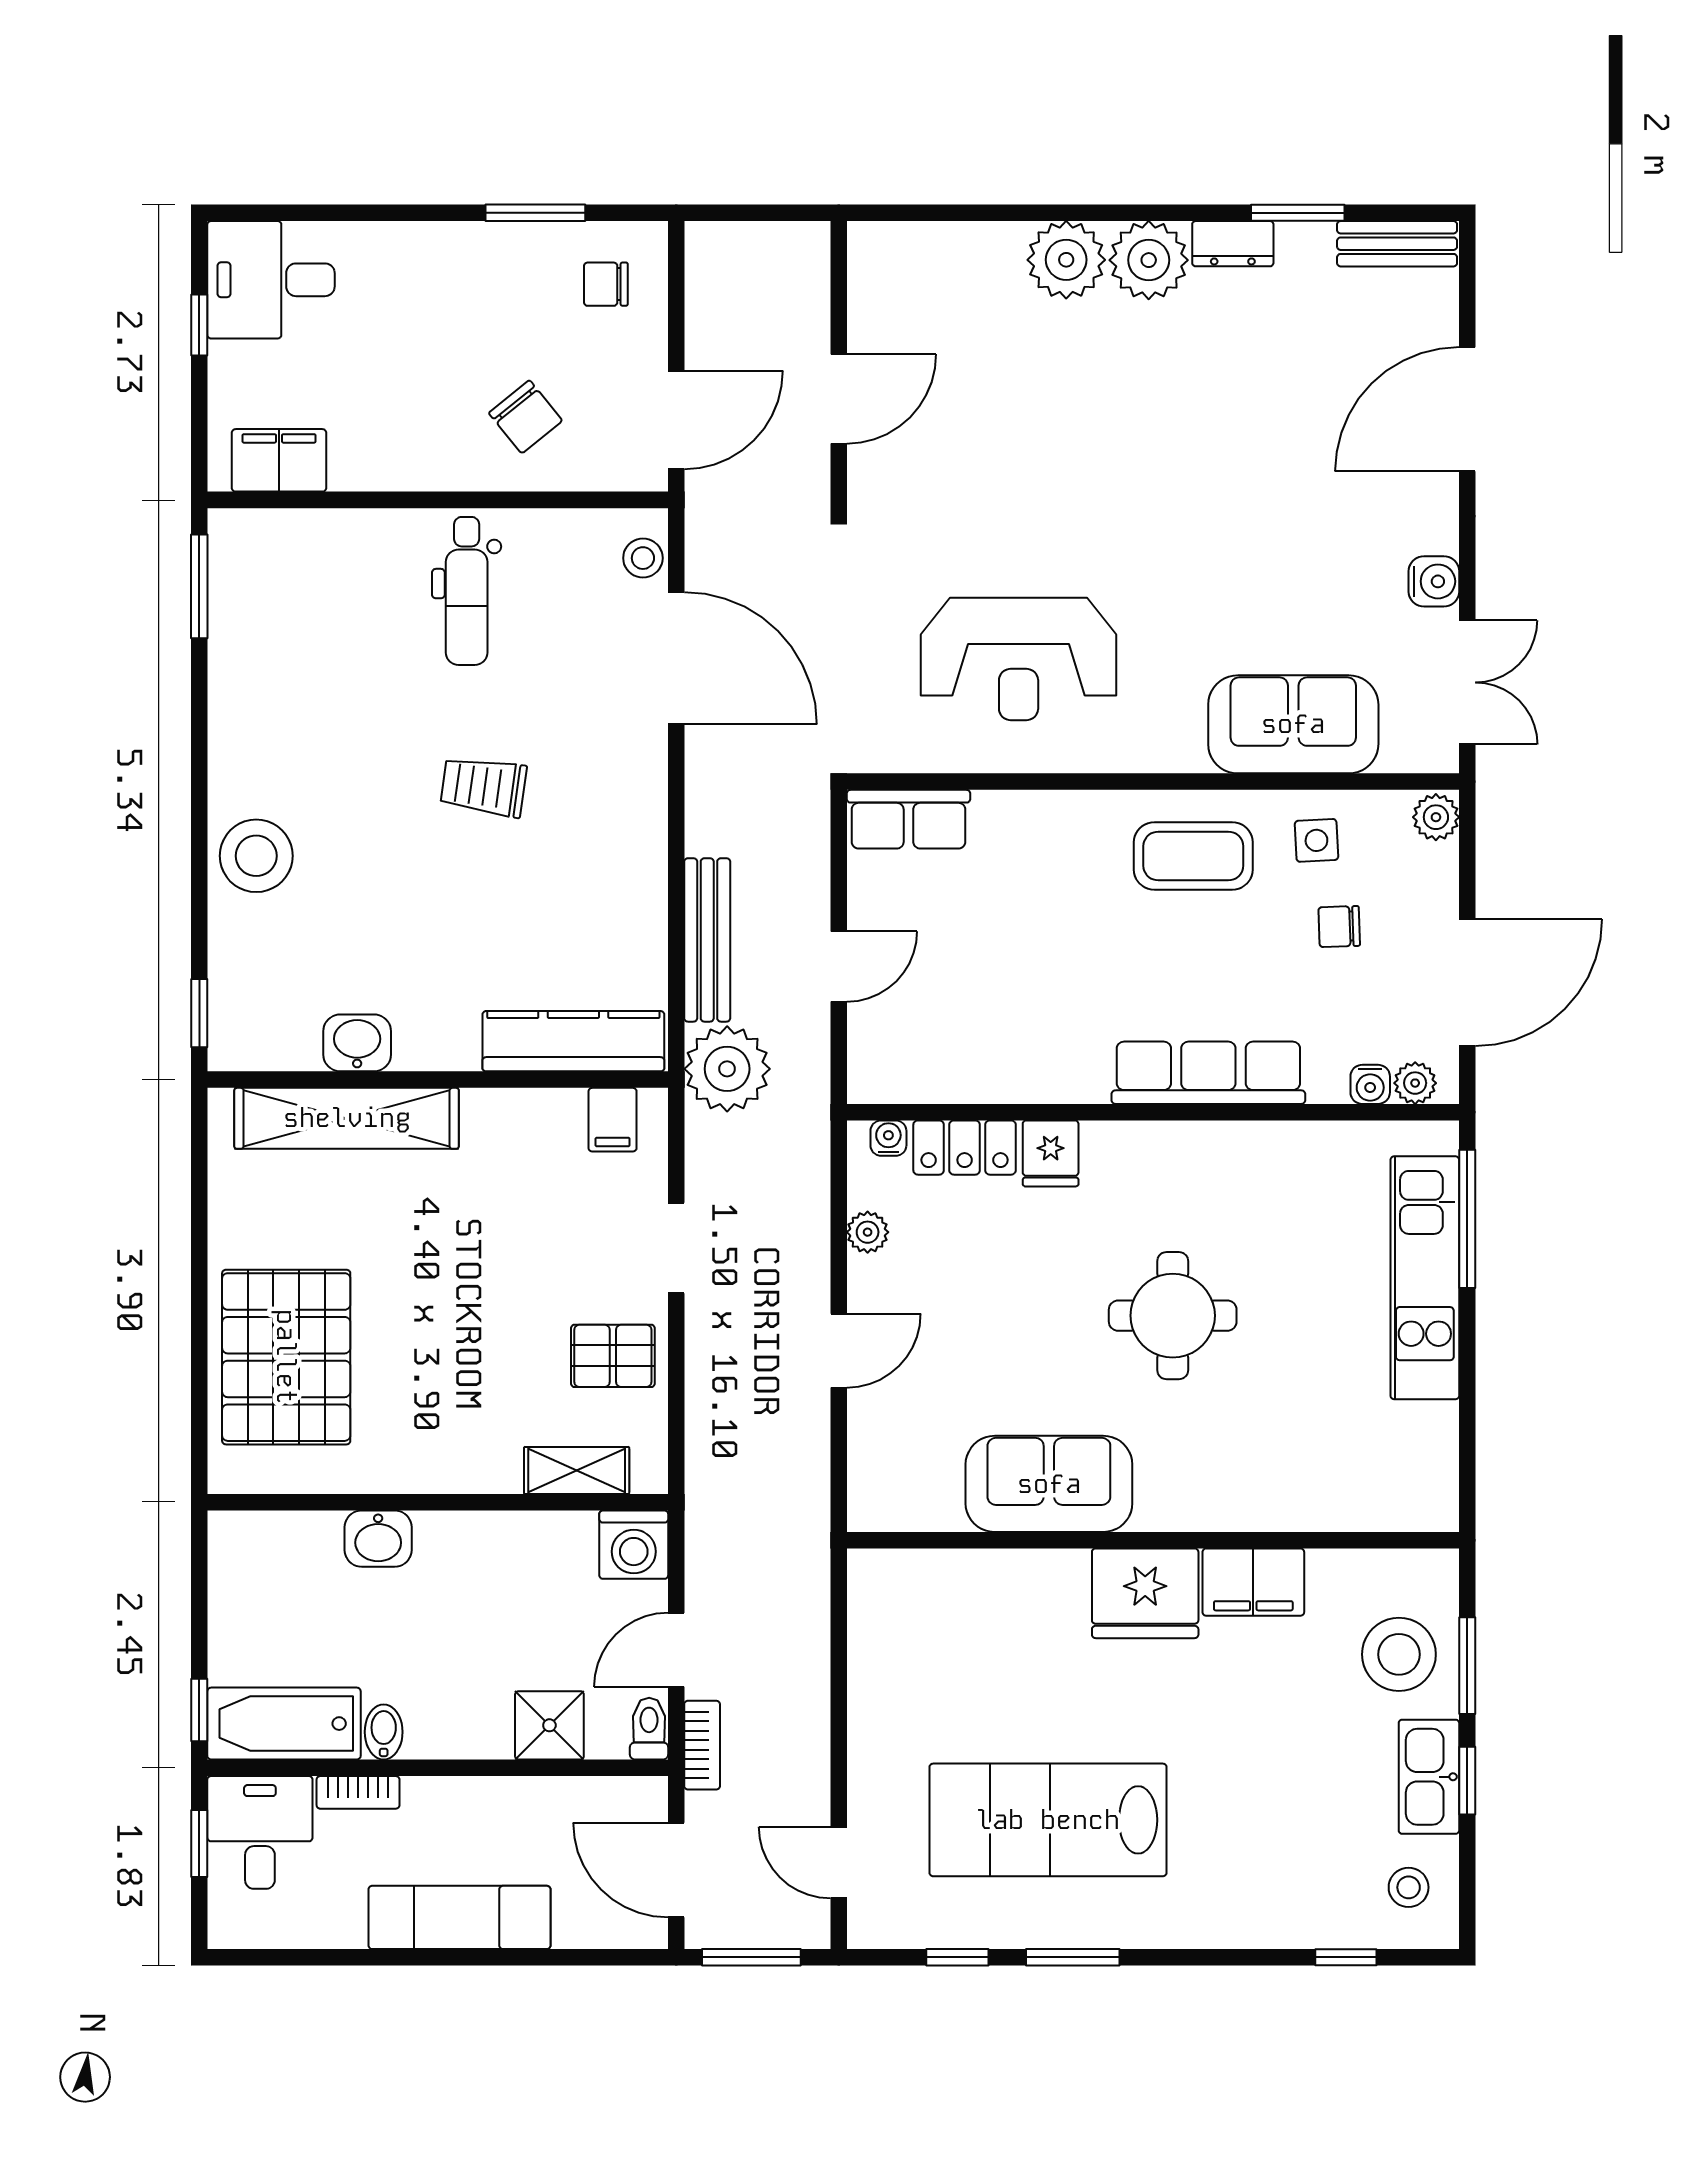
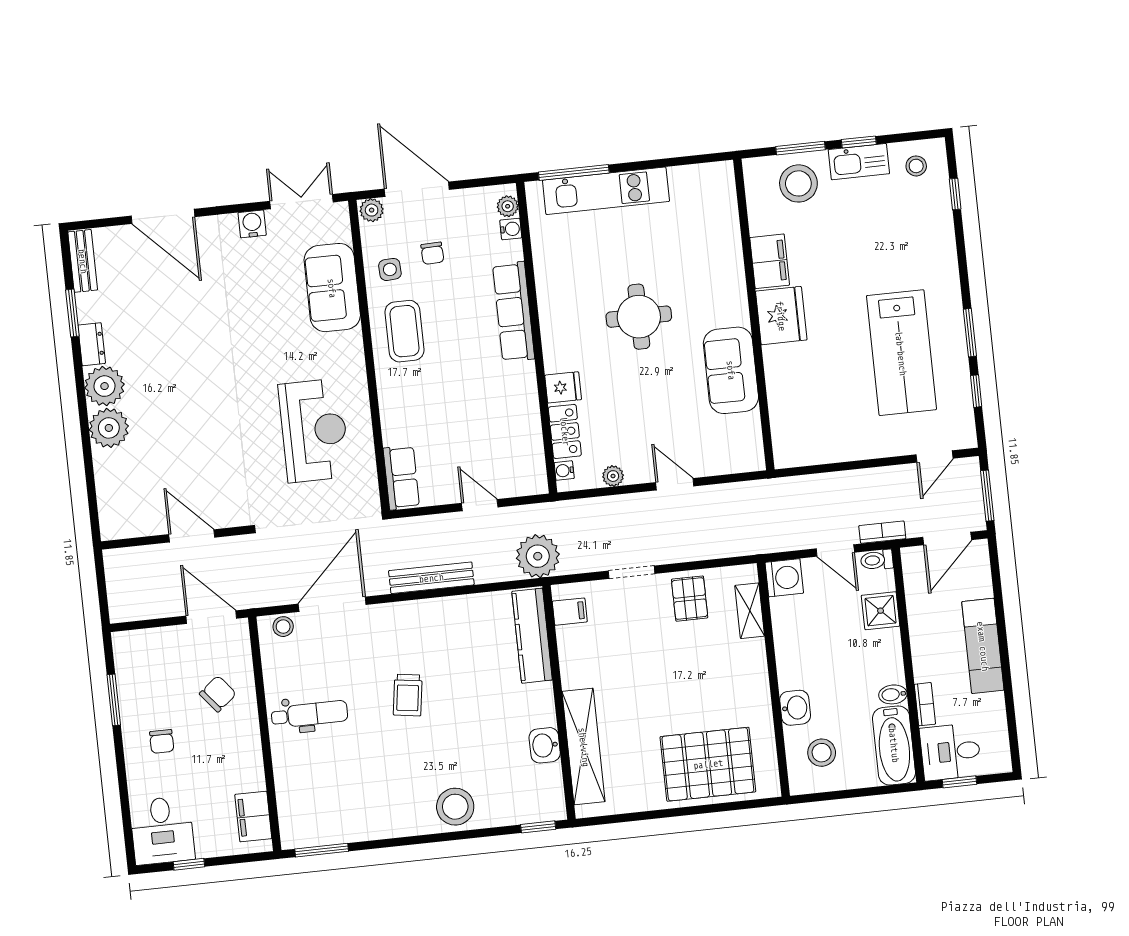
chair: (606, 284) -> (162, 741), moved
bench: (707, 940) -> (431, 578), moved
door: (1467, 983) -> (417, 189), moved
stool: (285, 1581) -> (822, 753), added
window: (199, 1710) -> (892, 789), removed

